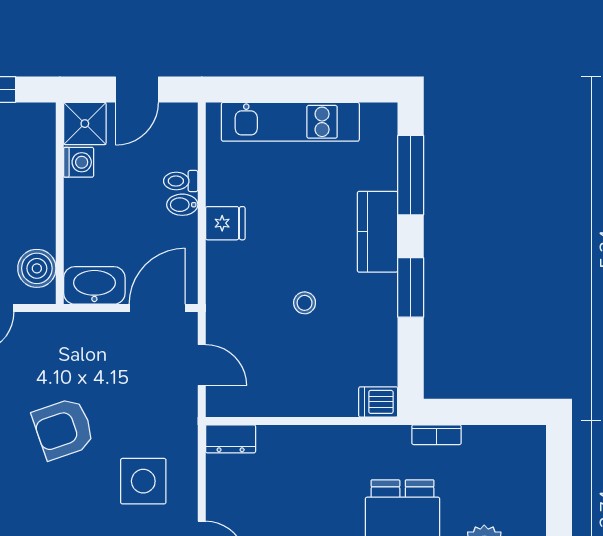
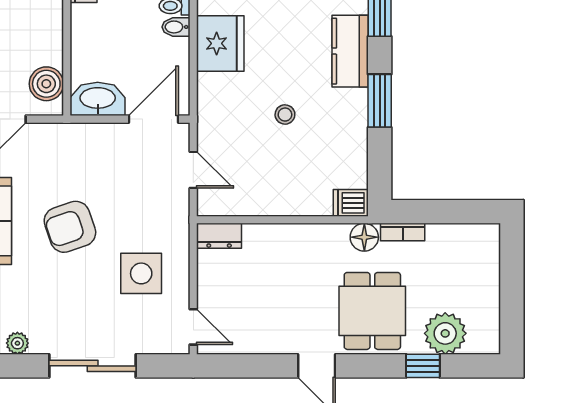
fridge: (225, 223) -> (220, 43), width x1.88, depth x1.34
floor lamp: (394, 440) -> (364, 237), added

